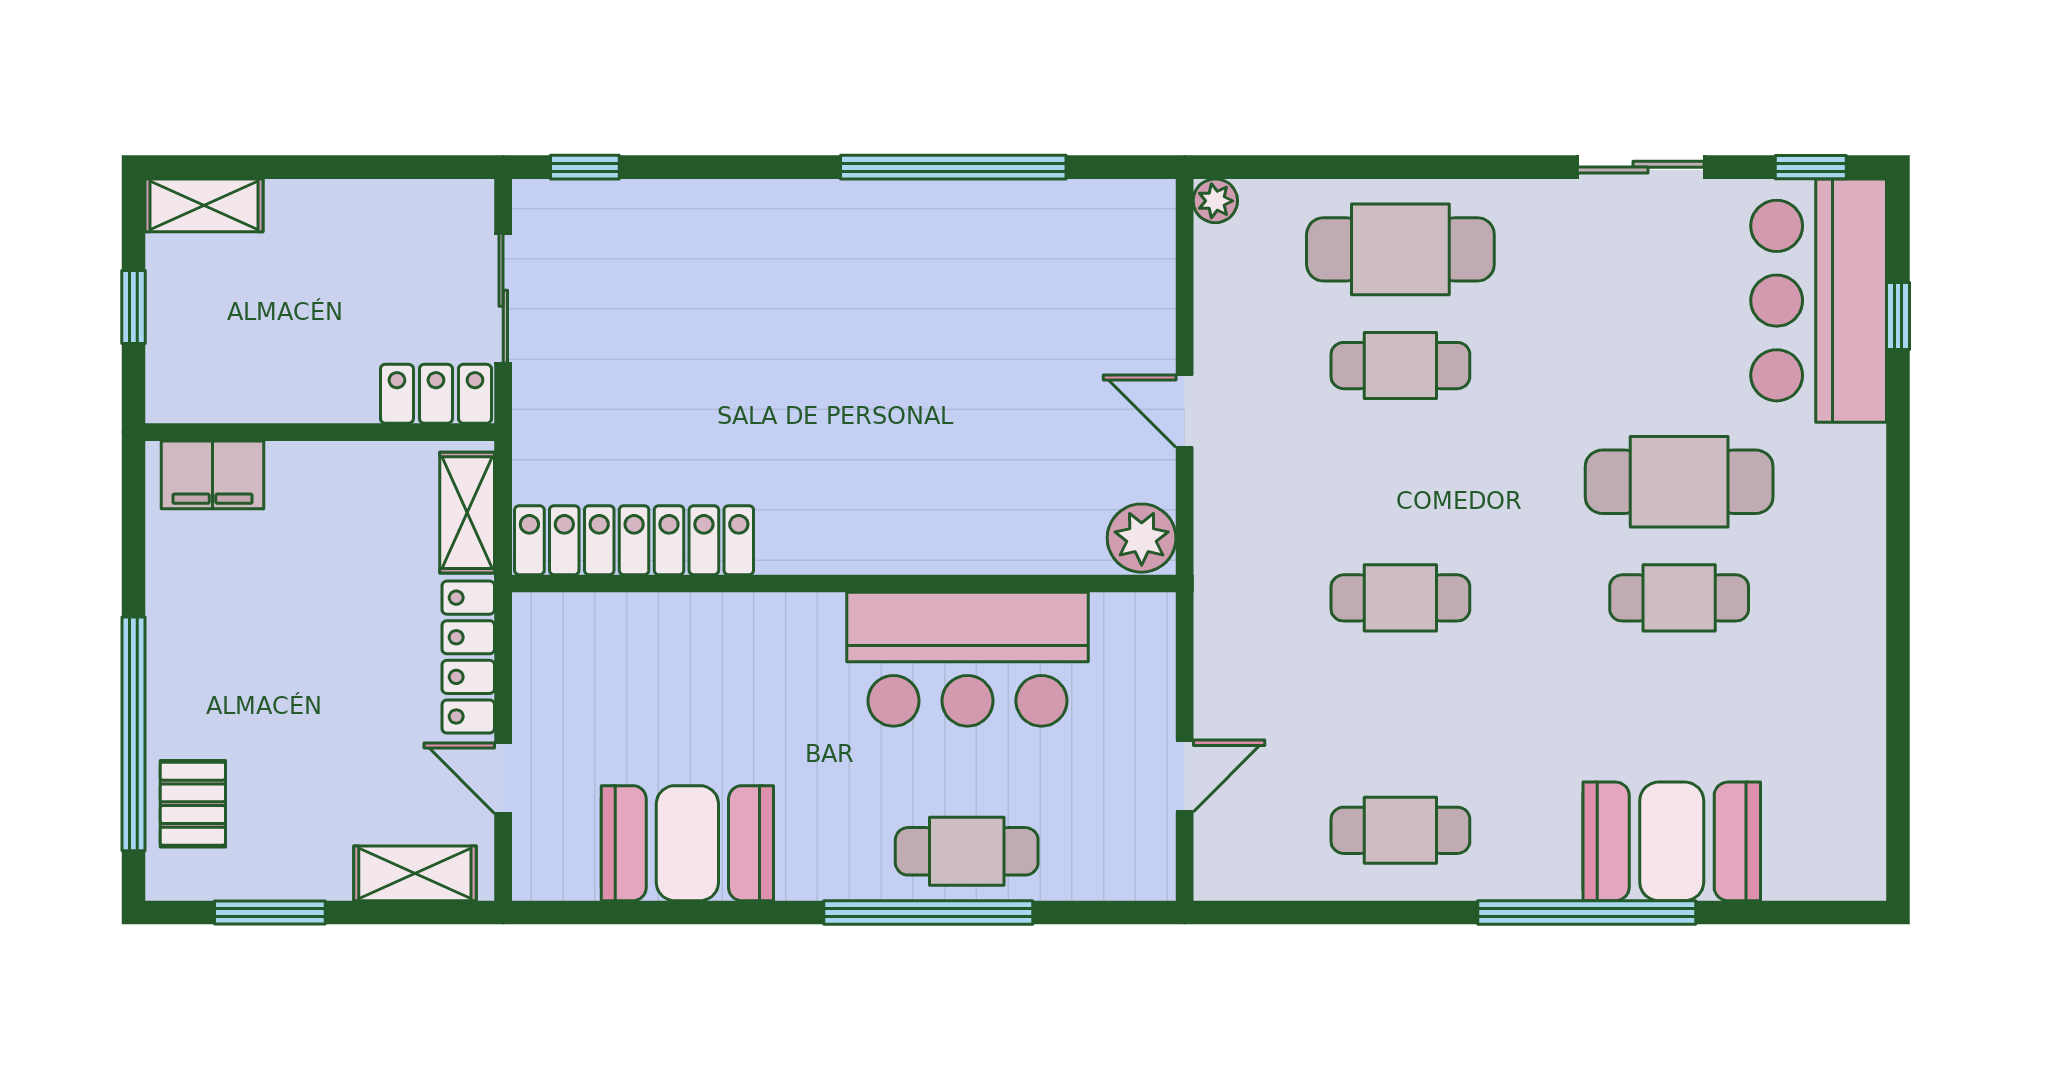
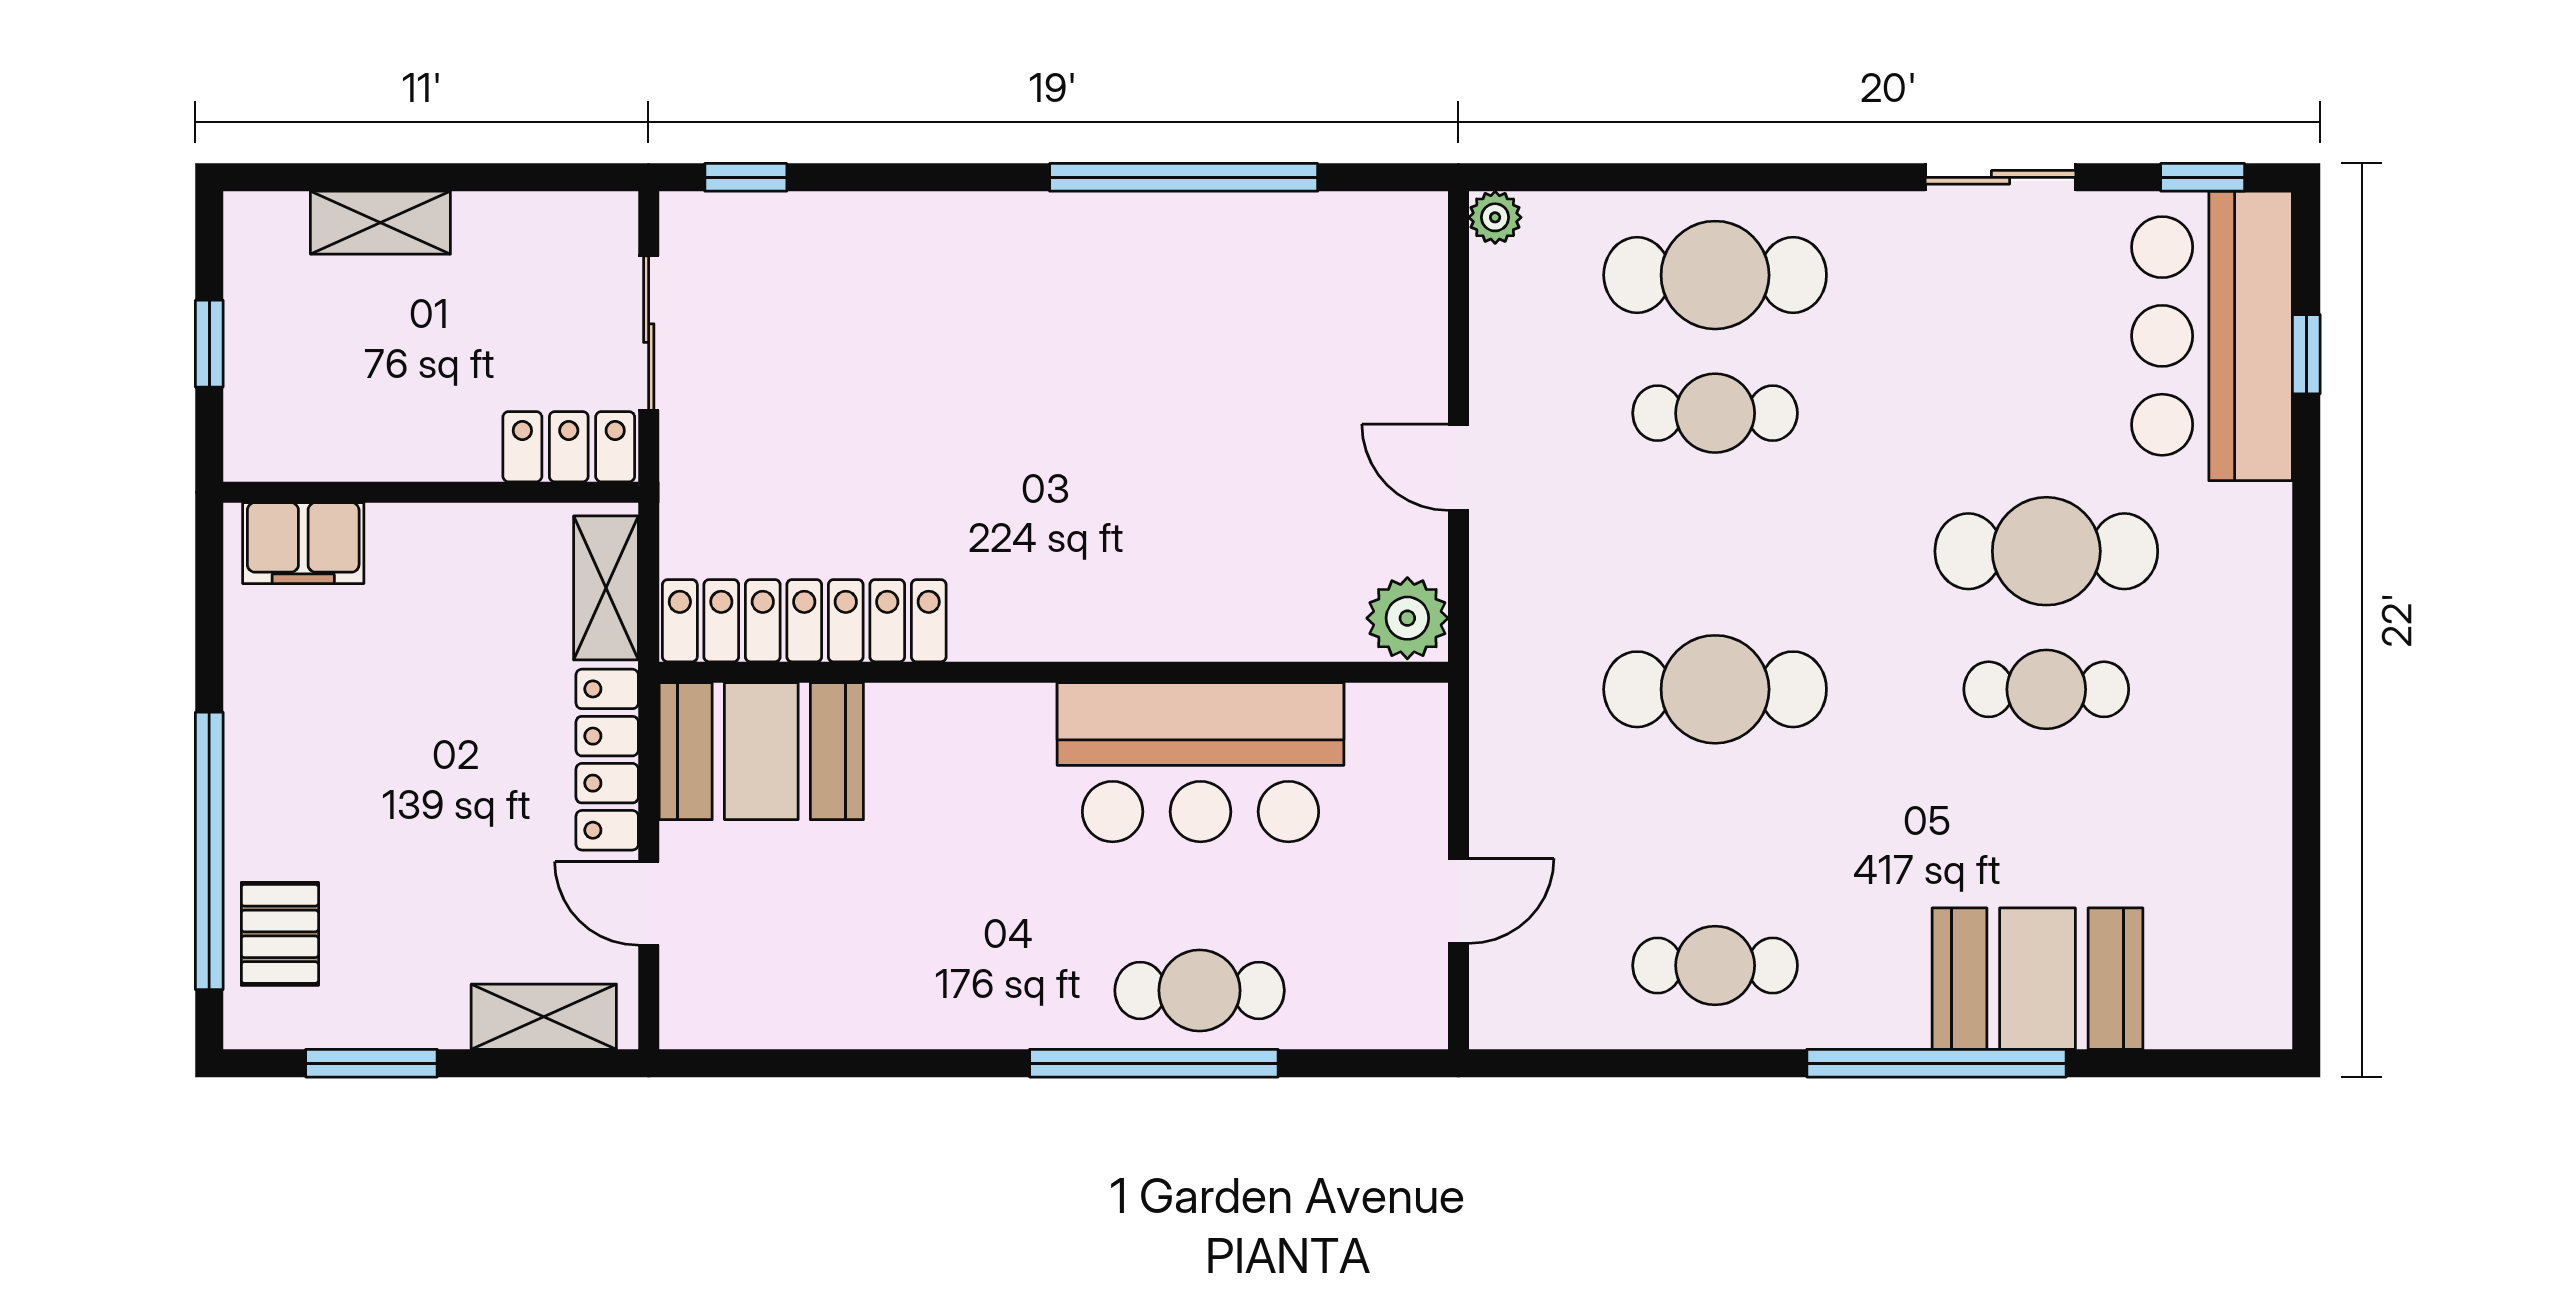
shelving: (204, 205) -> (380, 223), moved
cafe table: (1400, 598) -> (1715, 689), width x1.37, depth x1.35
booth: (687, 843) -> (761, 751), moved

